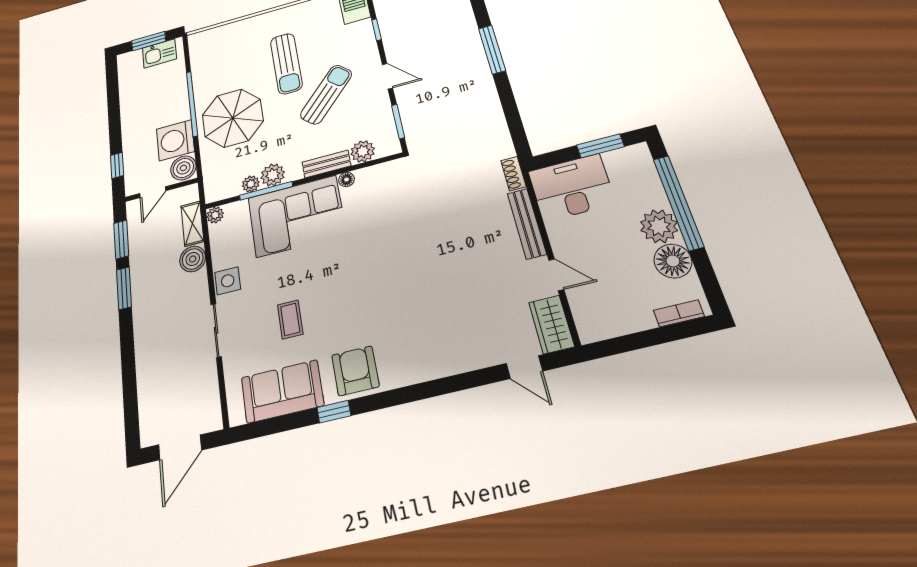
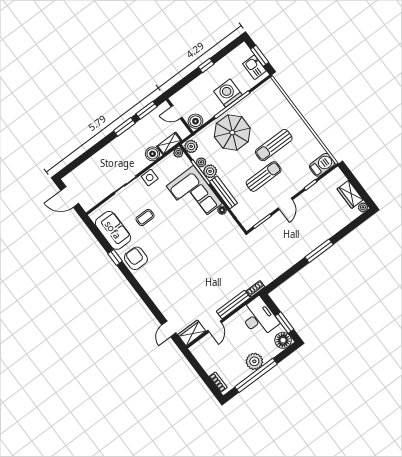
sun lounger: (326, 94) -> (264, 176), turned -43
washing machine: (175, 140) -> (228, 93), moved
plant: (363, 151) -> (191, 146), moved
bench: (326, 164) -> (224, 192), width x1.36
window: (117, 165) -> (206, 65), moved
window: (678, 202) -> (256, 375), moved
floor lamp: (673, 261) -> (283, 340), moved
armchair: (355, 371) -> (136, 258), turned -90

